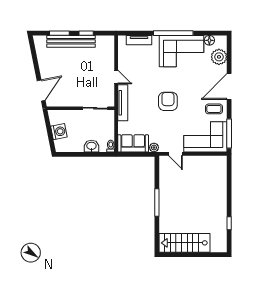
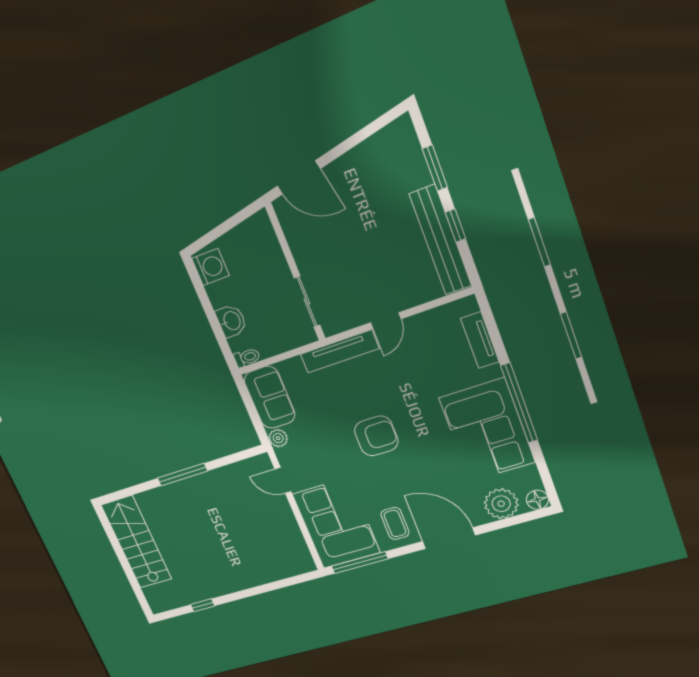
floor lamp: (209, 40) -> (537, 500), moved
bench: (71, 41) -> (441, 240), moved
washing machine: (59, 132) -> (210, 267), moved, turned -79
door: (176, 154) -> (283, 480), hinge flipped

